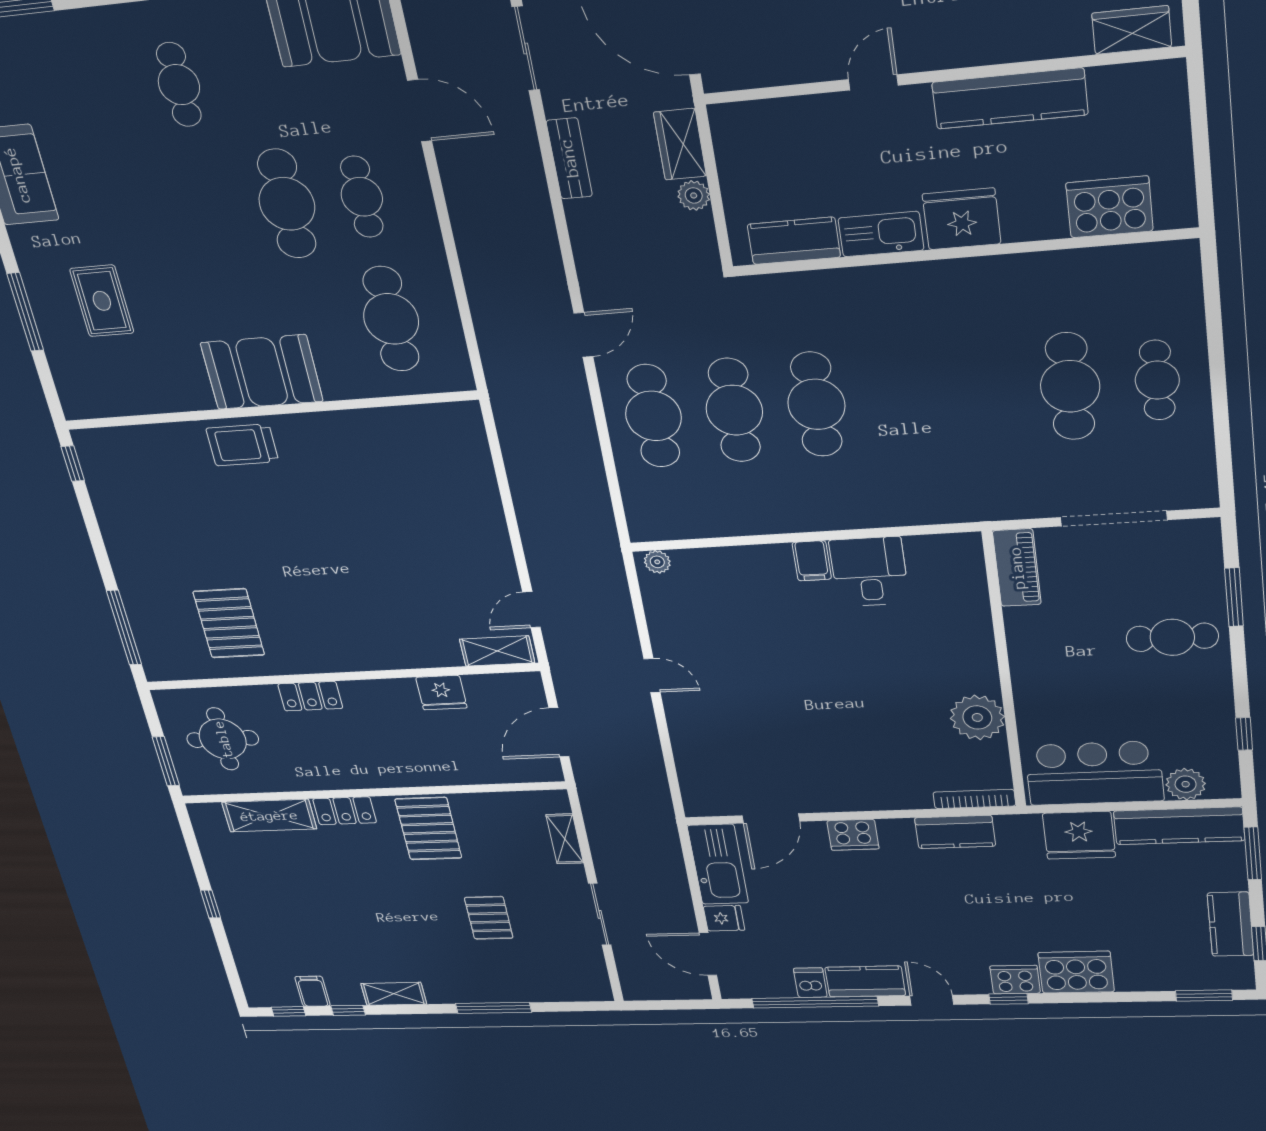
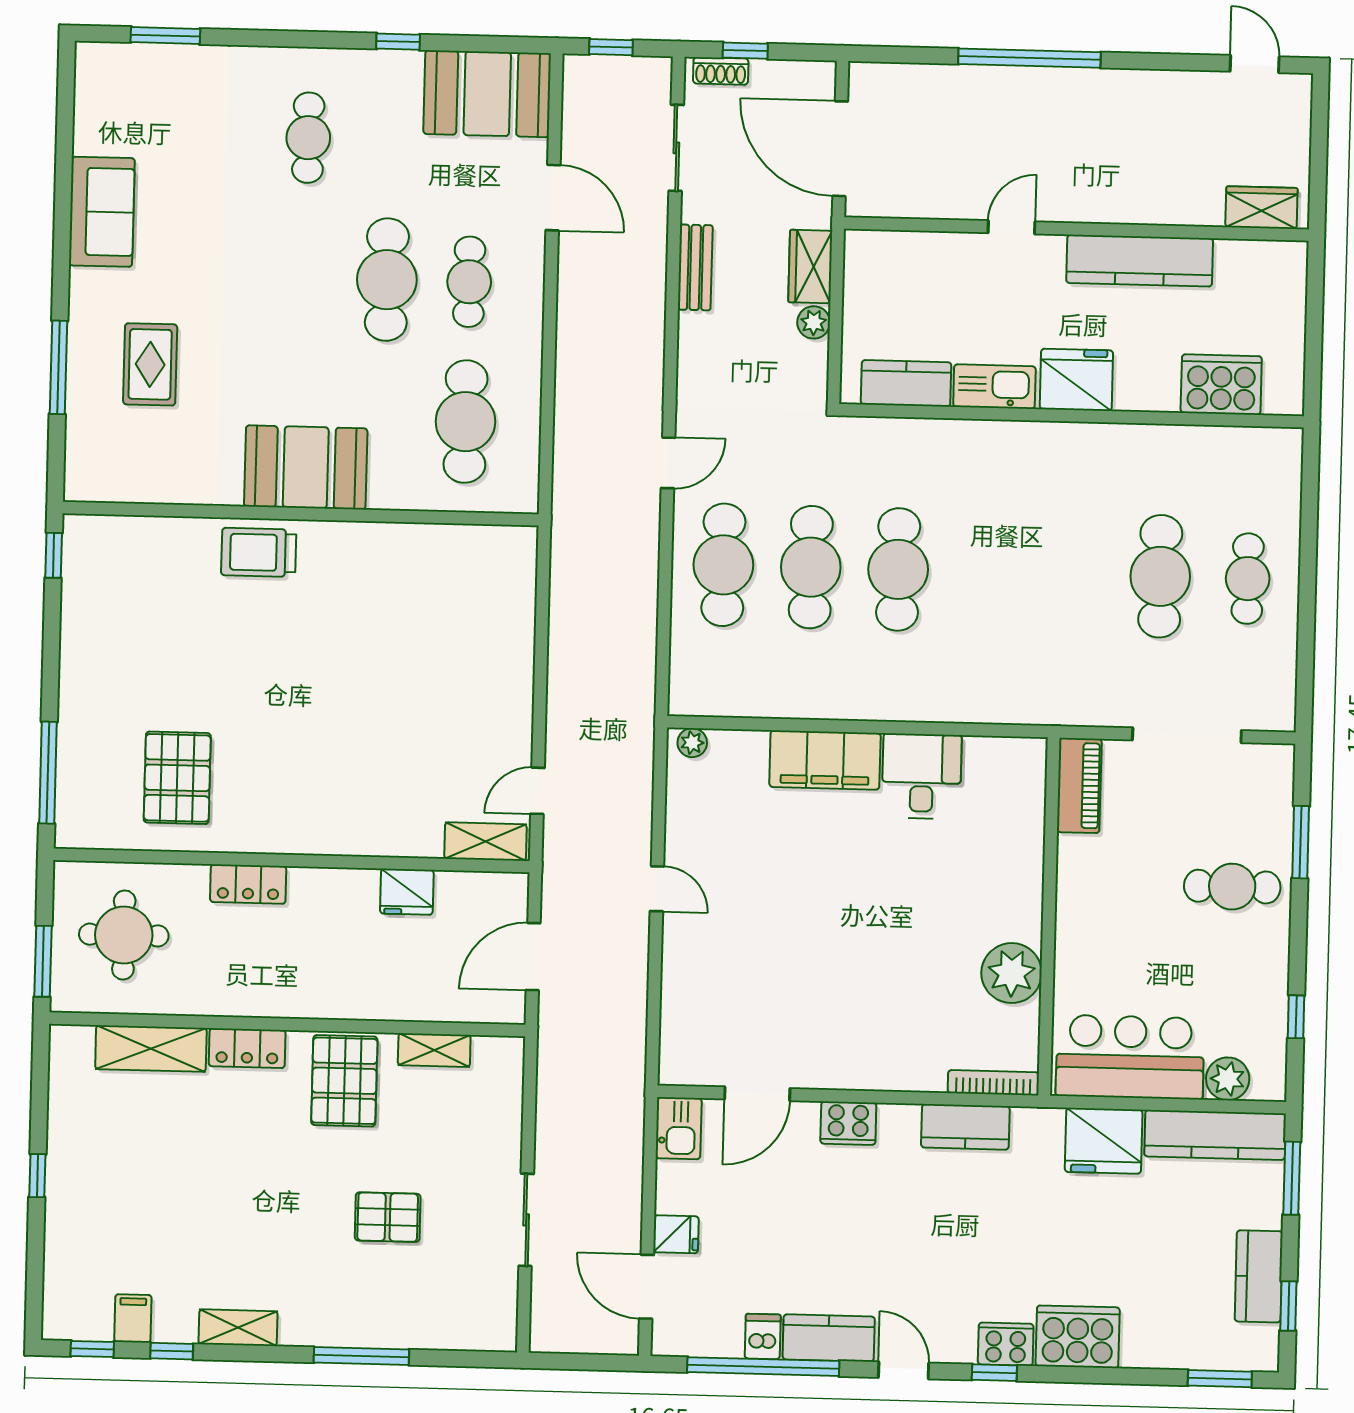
filing cabinet: (812, 561) -> (825, 760), width x3.00, depth x1.17
shelving: (565, 839) -> (434, 1050), moved, turned 90
kitchen sink: (718, 864) -> (679, 1128), width x0.53, depth x0.81
pallet: (489, 918) -> (388, 1217), turned 90

